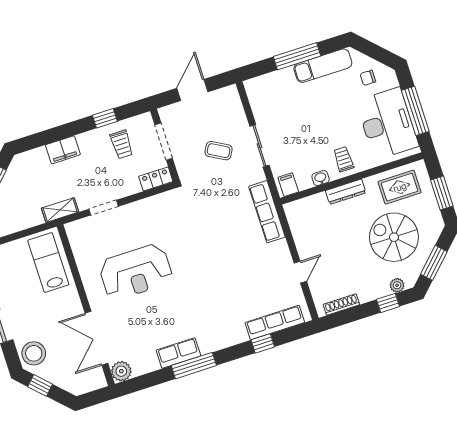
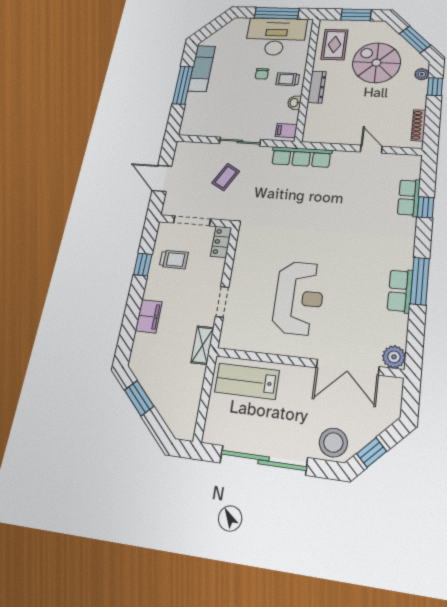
chair: (368, 78) -> (262, 74), moved
spiral stairs: (394, 237) -> (376, 63), turned 90
row of seats: (275, 322) -> (409, 198), width x0.68

